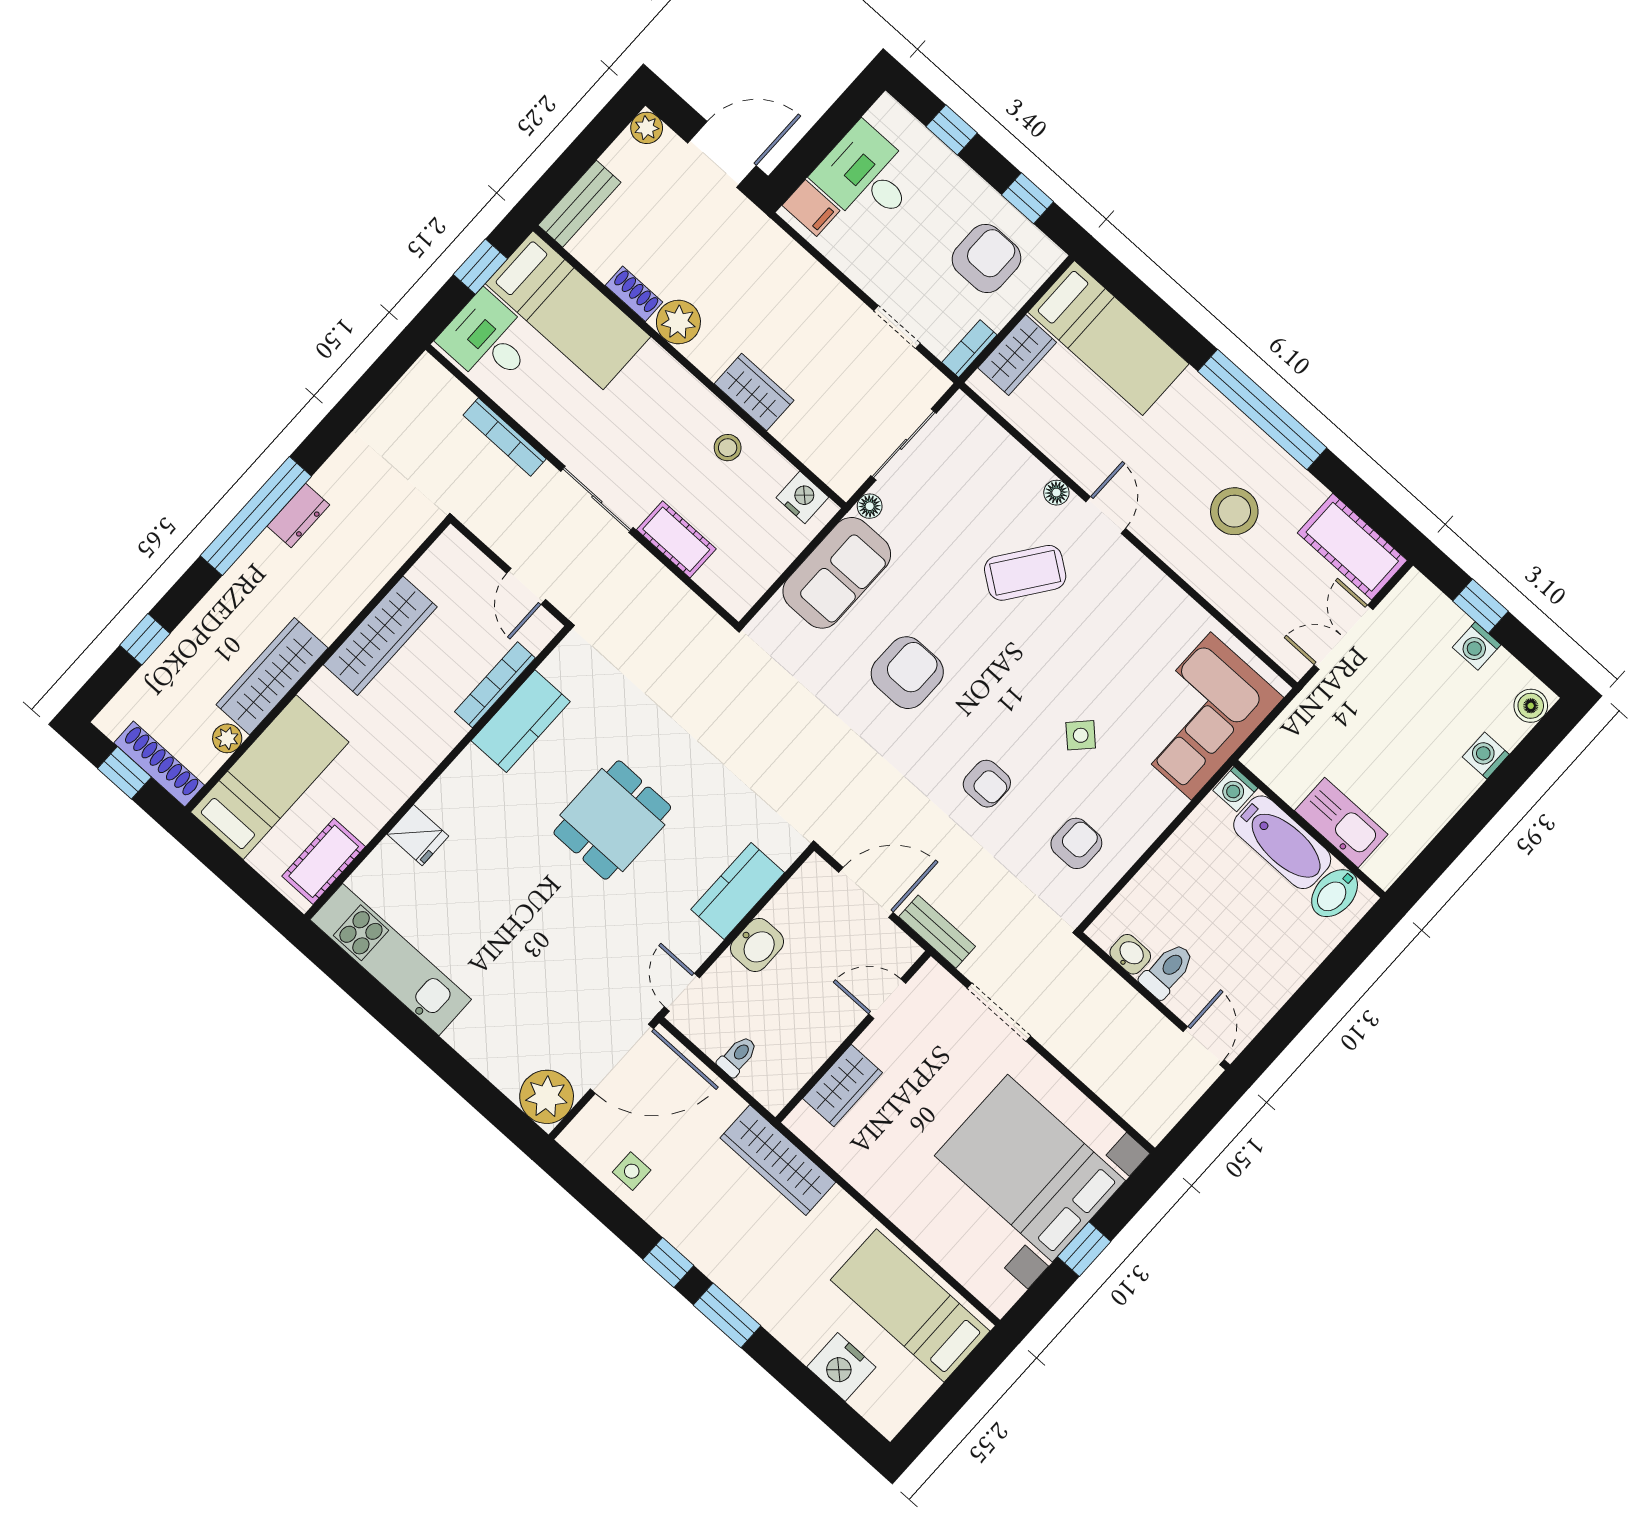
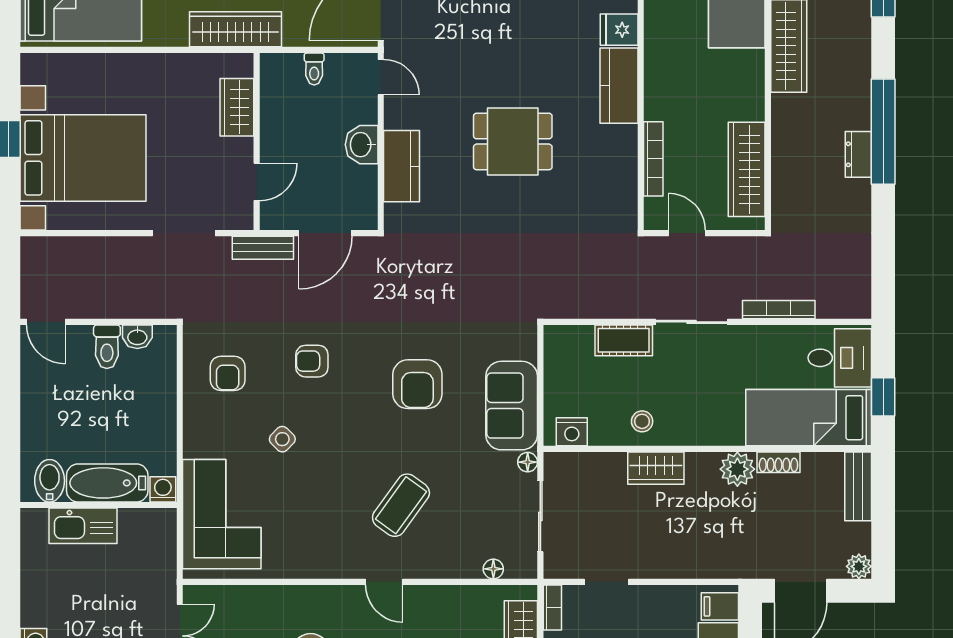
floor lamp: (1056, 493) -> (493, 569), moved
wardrobe: (380, 636) -> (747, 169), moved
kitchen counter: (521, 721) -> (619, 86), moved
dining table: (612, 820) -> (513, 141), turned 90

